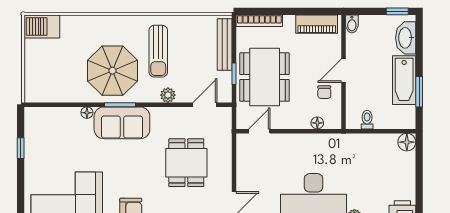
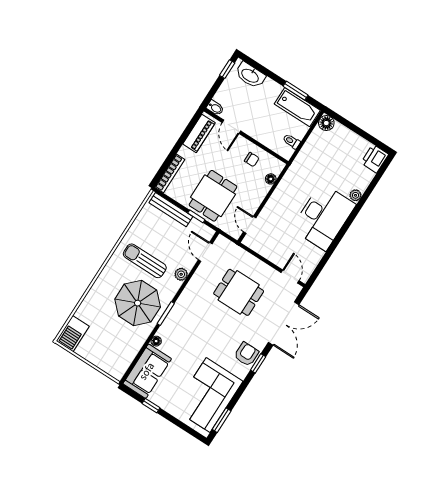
sun lounger: (158, 51) -> (145, 261), turned 180
door: (344, 71) -> (231, 127), moved
dining table: (265, 77) -> (213, 196), width x0.73
bathtub: (404, 80) -> (297, 107), moved
sofa: (122, 123) -> (147, 371), moved

